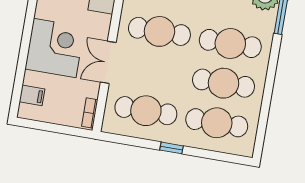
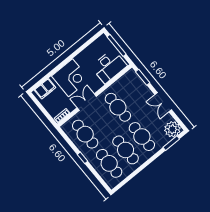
filing cabinet: (32, 95) -> (45, 89), width x2.00

